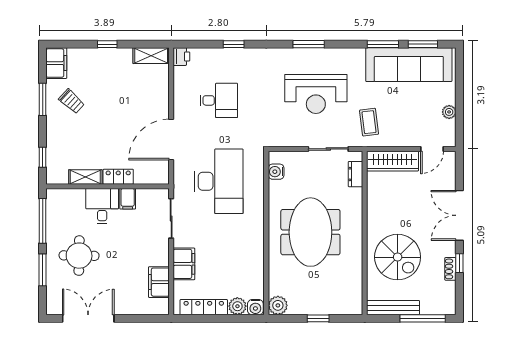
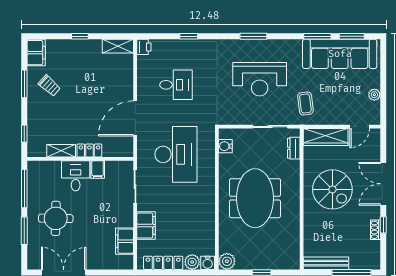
spiral stairs: (398, 257) -> (332, 189), moved

